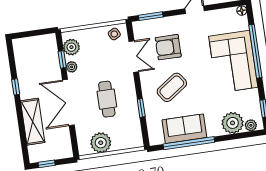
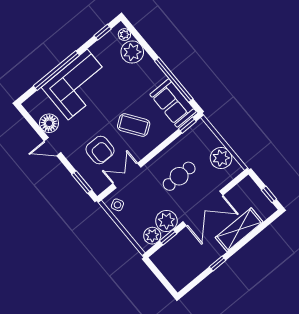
floor lamp: (242, 11) -> (49, 123), moved, width x1.89, depth x1.89
plant: (72, 67) -> (166, 221), width x1.88, depth x1.88
window: (141, 108) -> (187, 125), moved
sofa: (184, 129) -> (173, 103), moved

